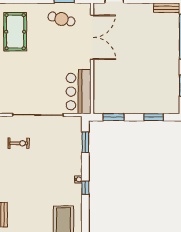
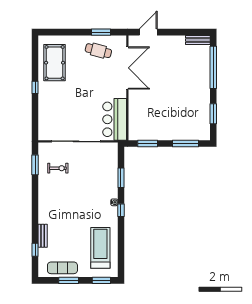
window: (154, 117) -> (185, 144), width x1.44
window: (85, 142) -> (121, 178), moved

